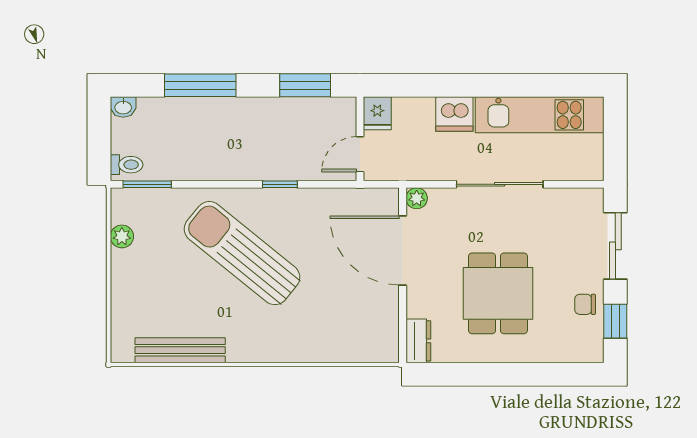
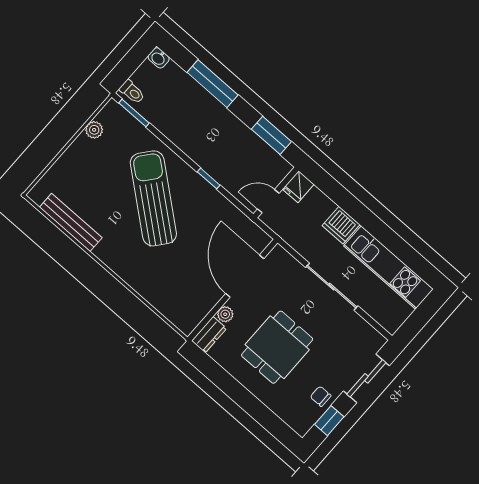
plant: (417, 198) -> (225, 314), moved

